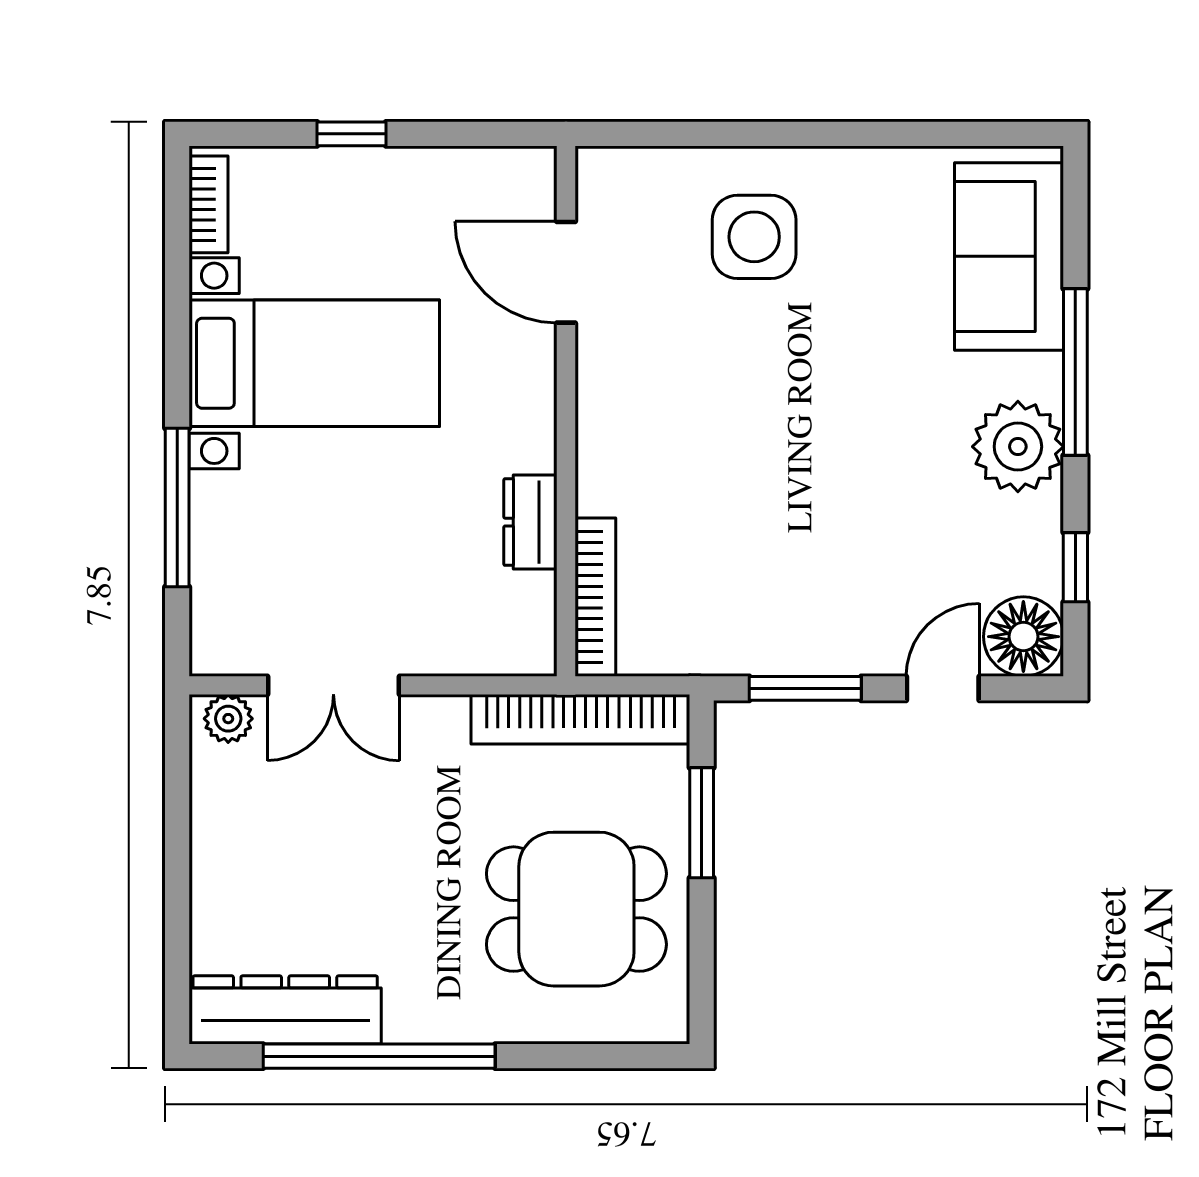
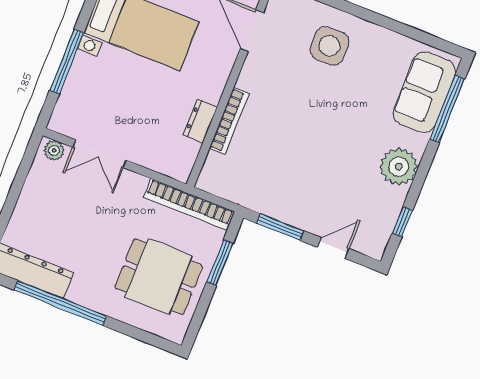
window: (1075, 372) -> (447, 109), moved
bookcase: (595, 597) -> (229, 121), moved
floor lamp: (1023, 637) -> (372, 240), removed

